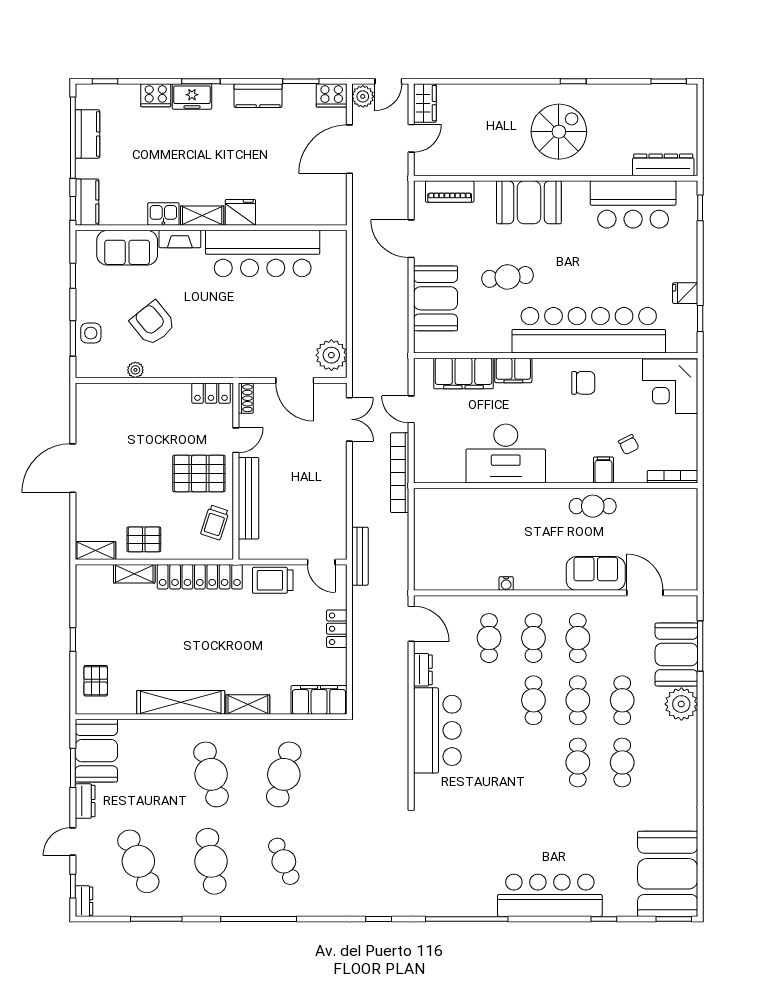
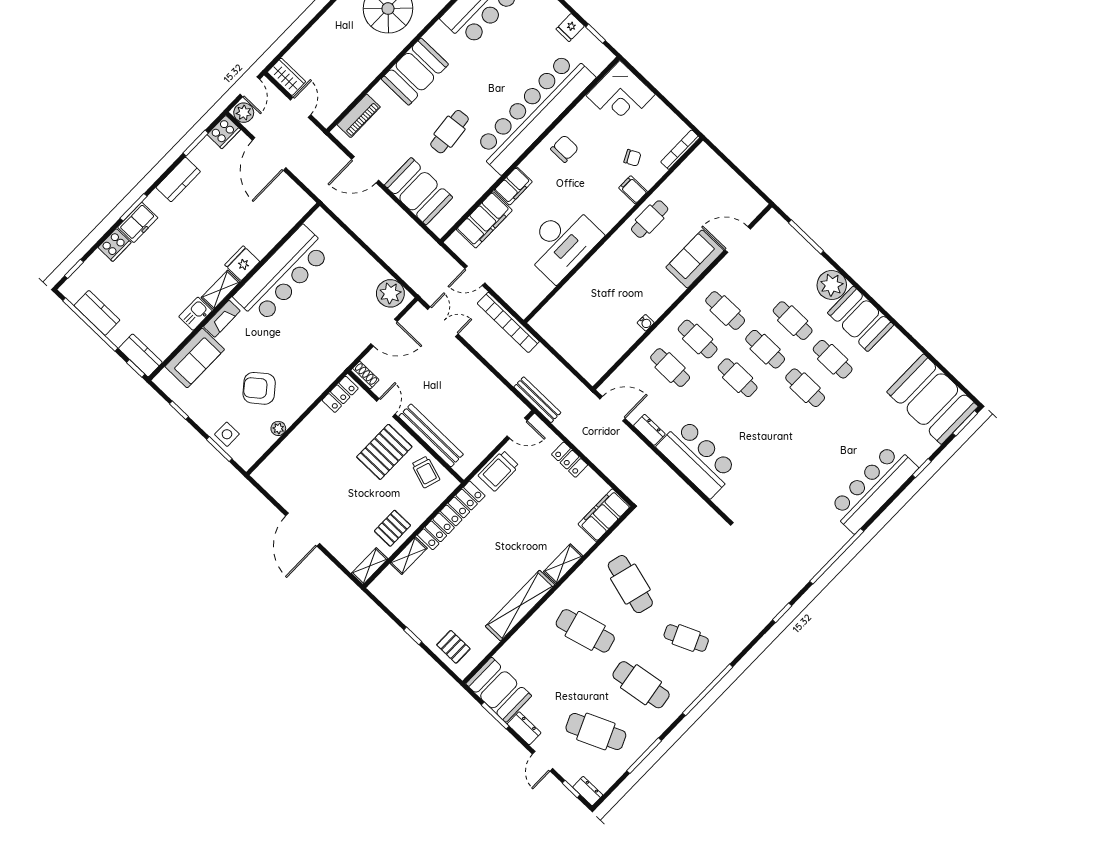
booth: (676, 655) -> (861, 319), moved

